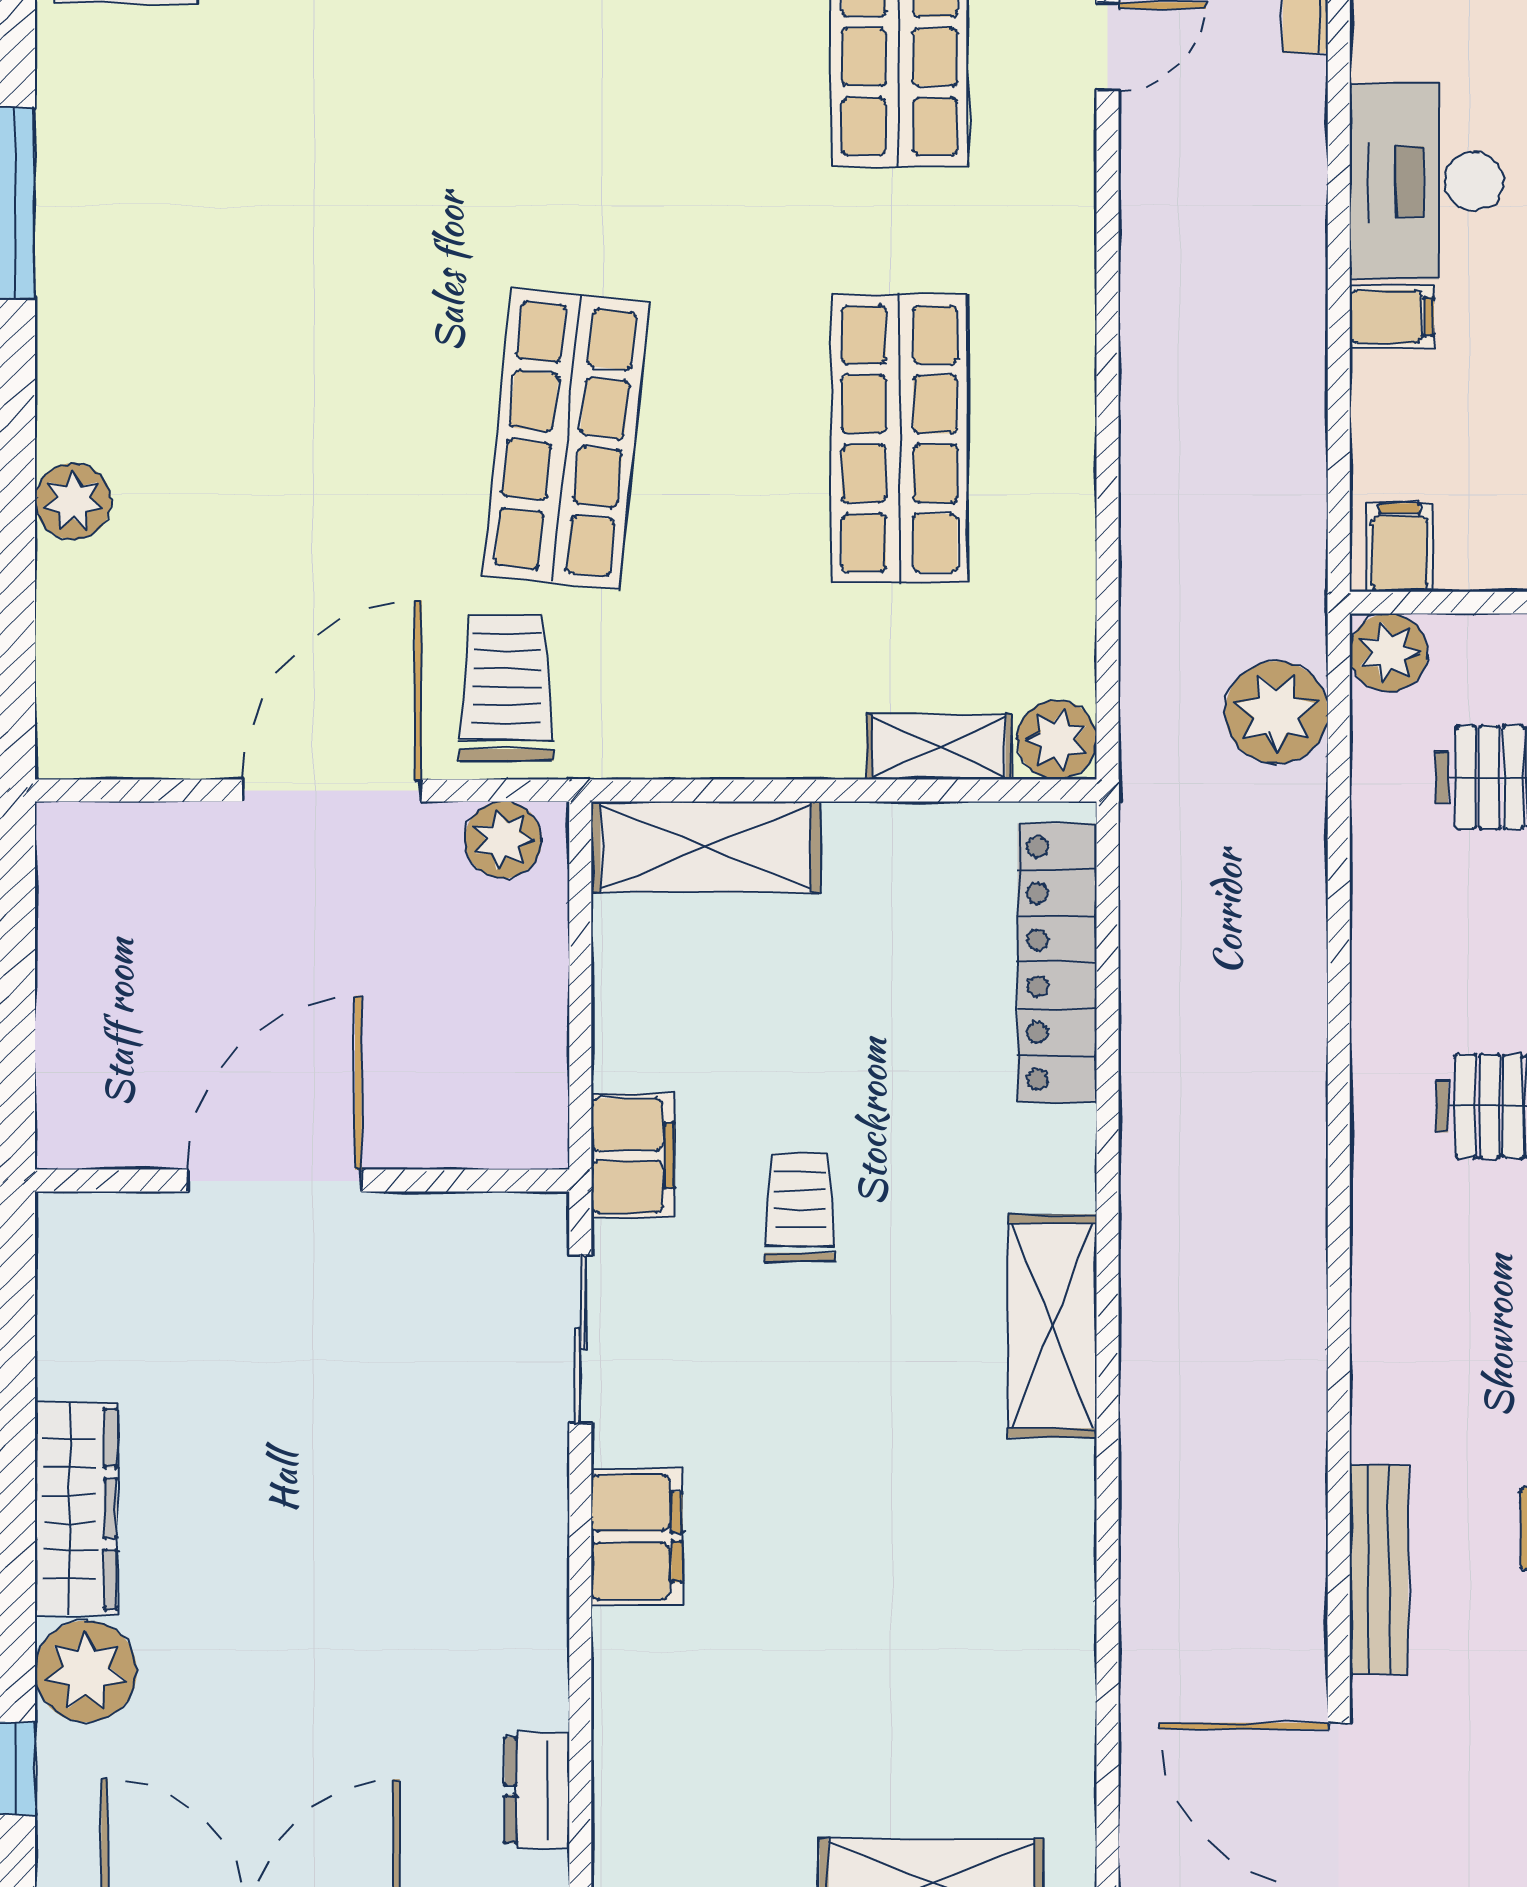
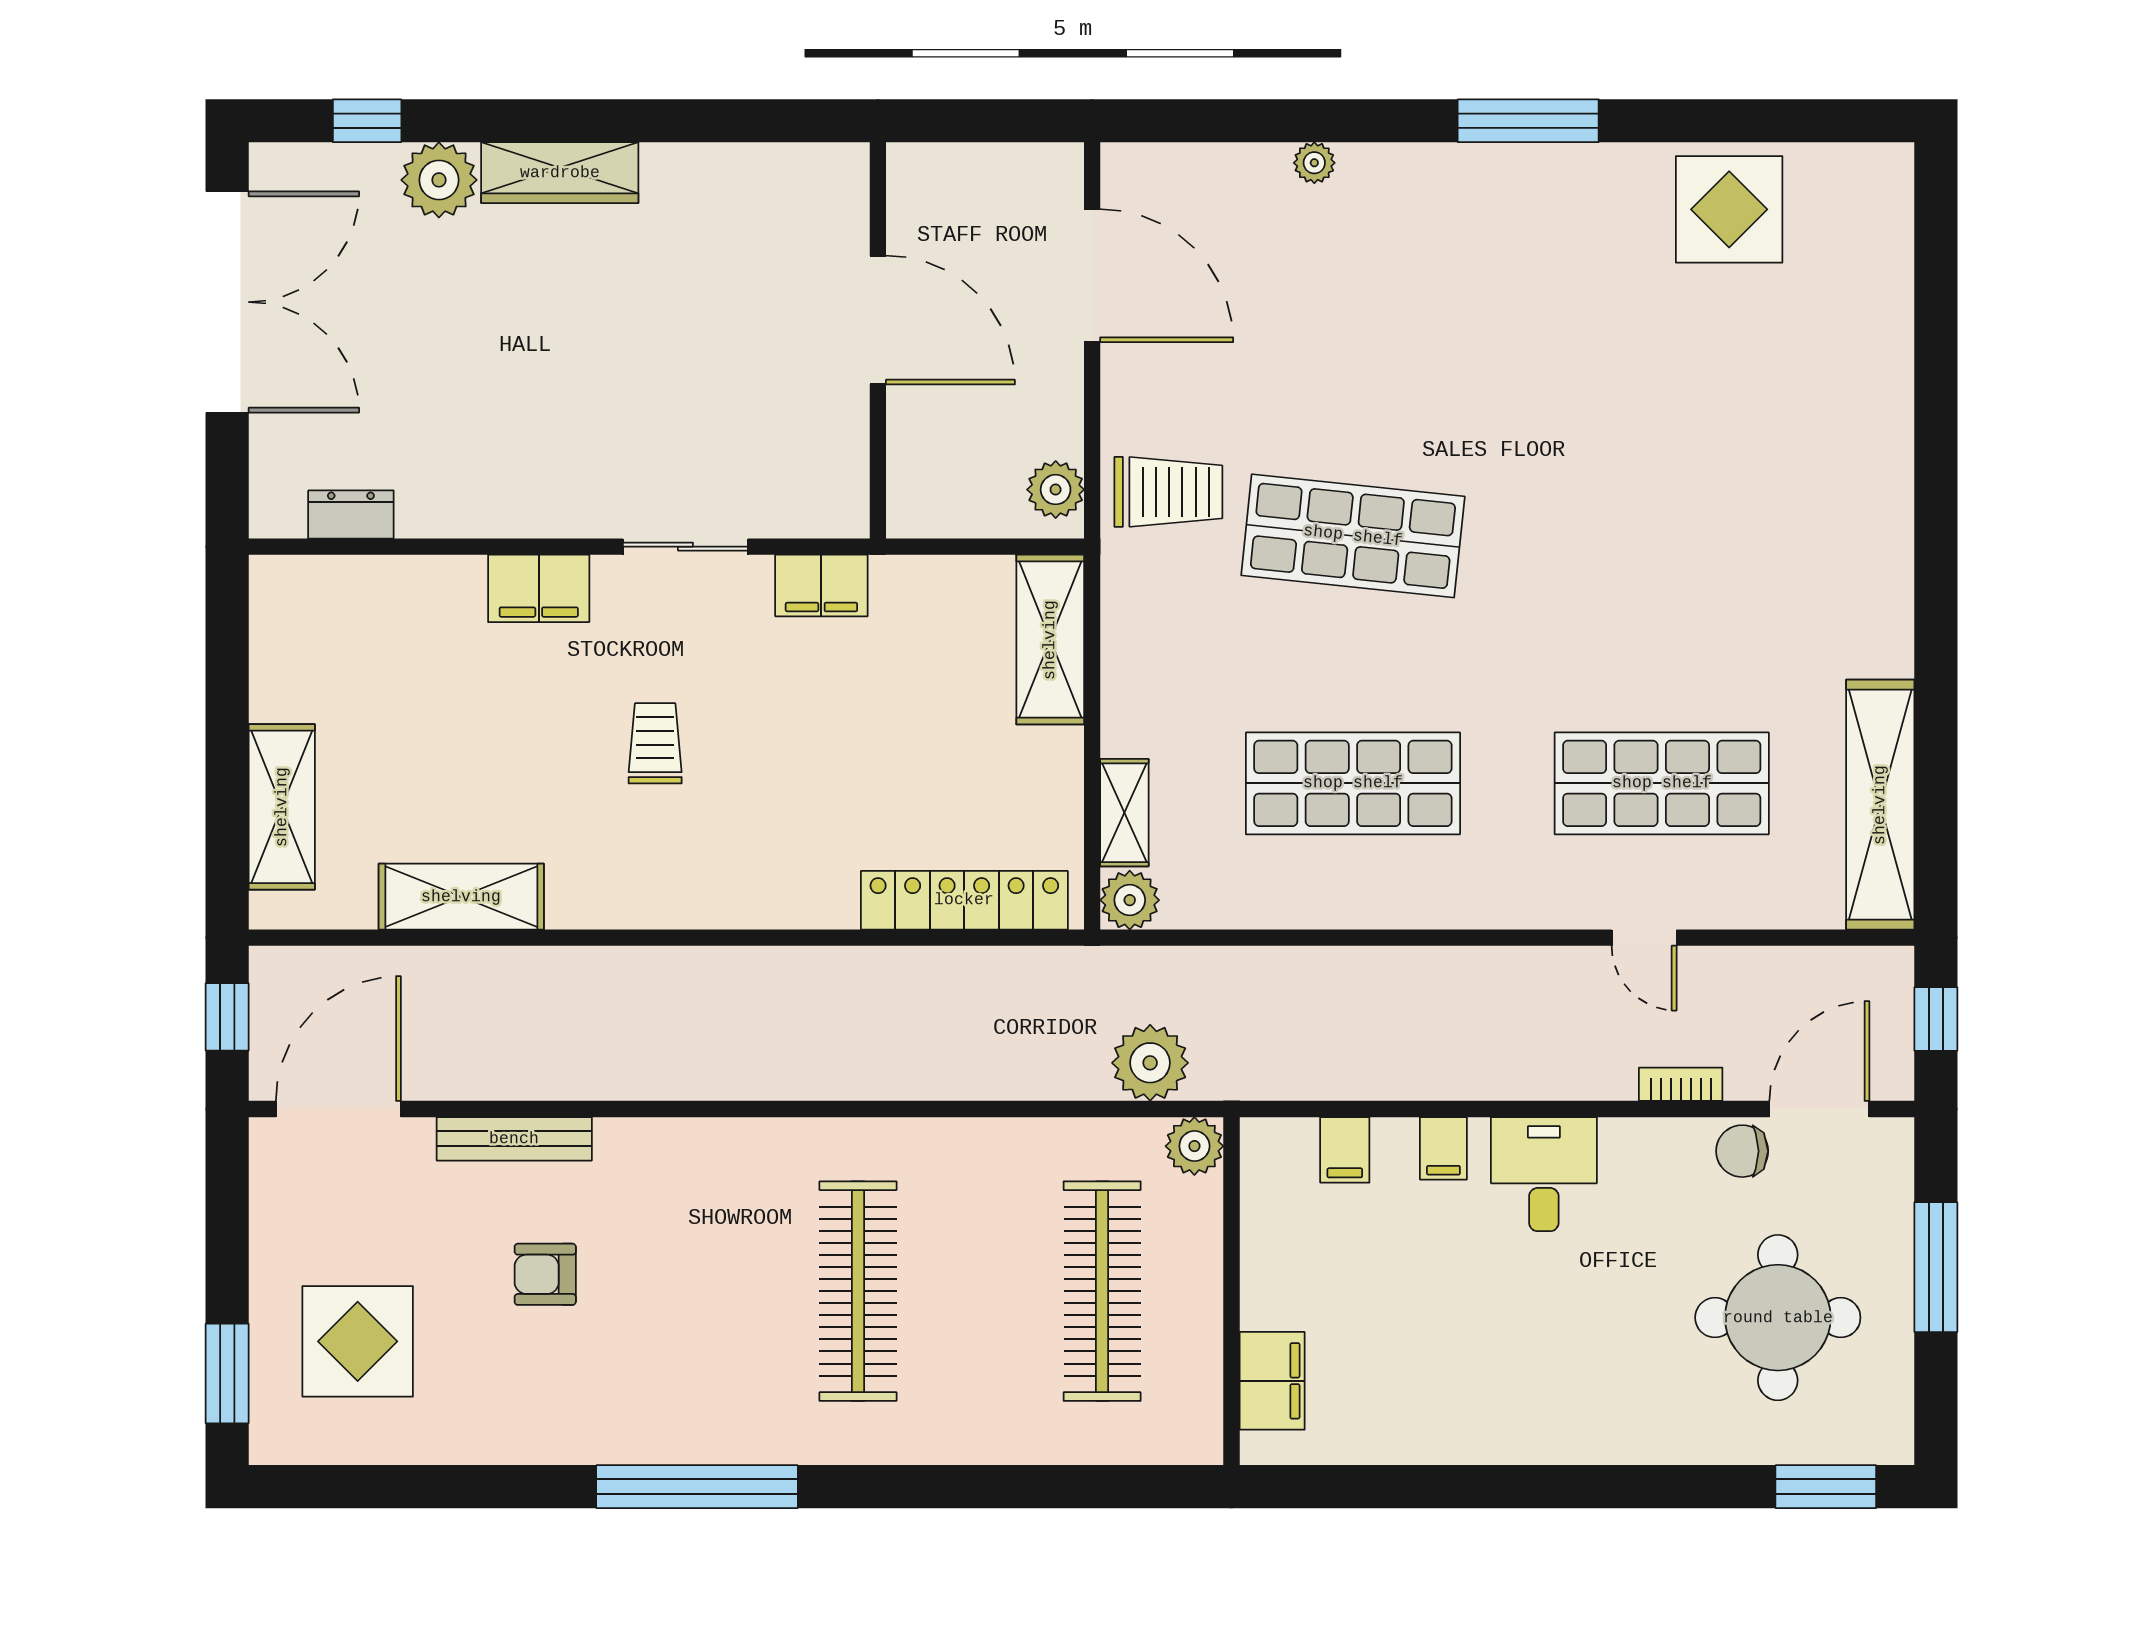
desk: (1427, 181) -> (1544, 1174), width x0.73
plant: (73, 501) -> (1314, 163), width x0.73, depth x0.73
filing cabinet: (1399, 548) -> (1345, 1150), moved, turned 90
door: (332, 790) -> (1092, 276), moved
door: (275, 1181) -> (878, 320), moved
wall: (302, 1181) -> (878, 340), moved
trolley: (800, 1207) -> (655, 743), moved, turned -90
shelving: (1052, 1326) -> (461, 897), moved

